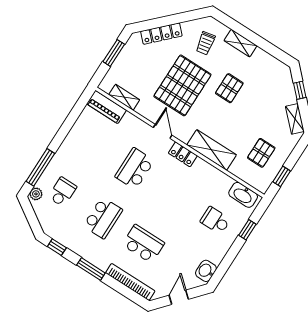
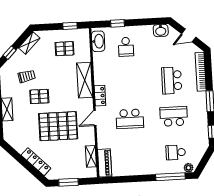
trolley: (205, 43) -> (27, 76), moved

